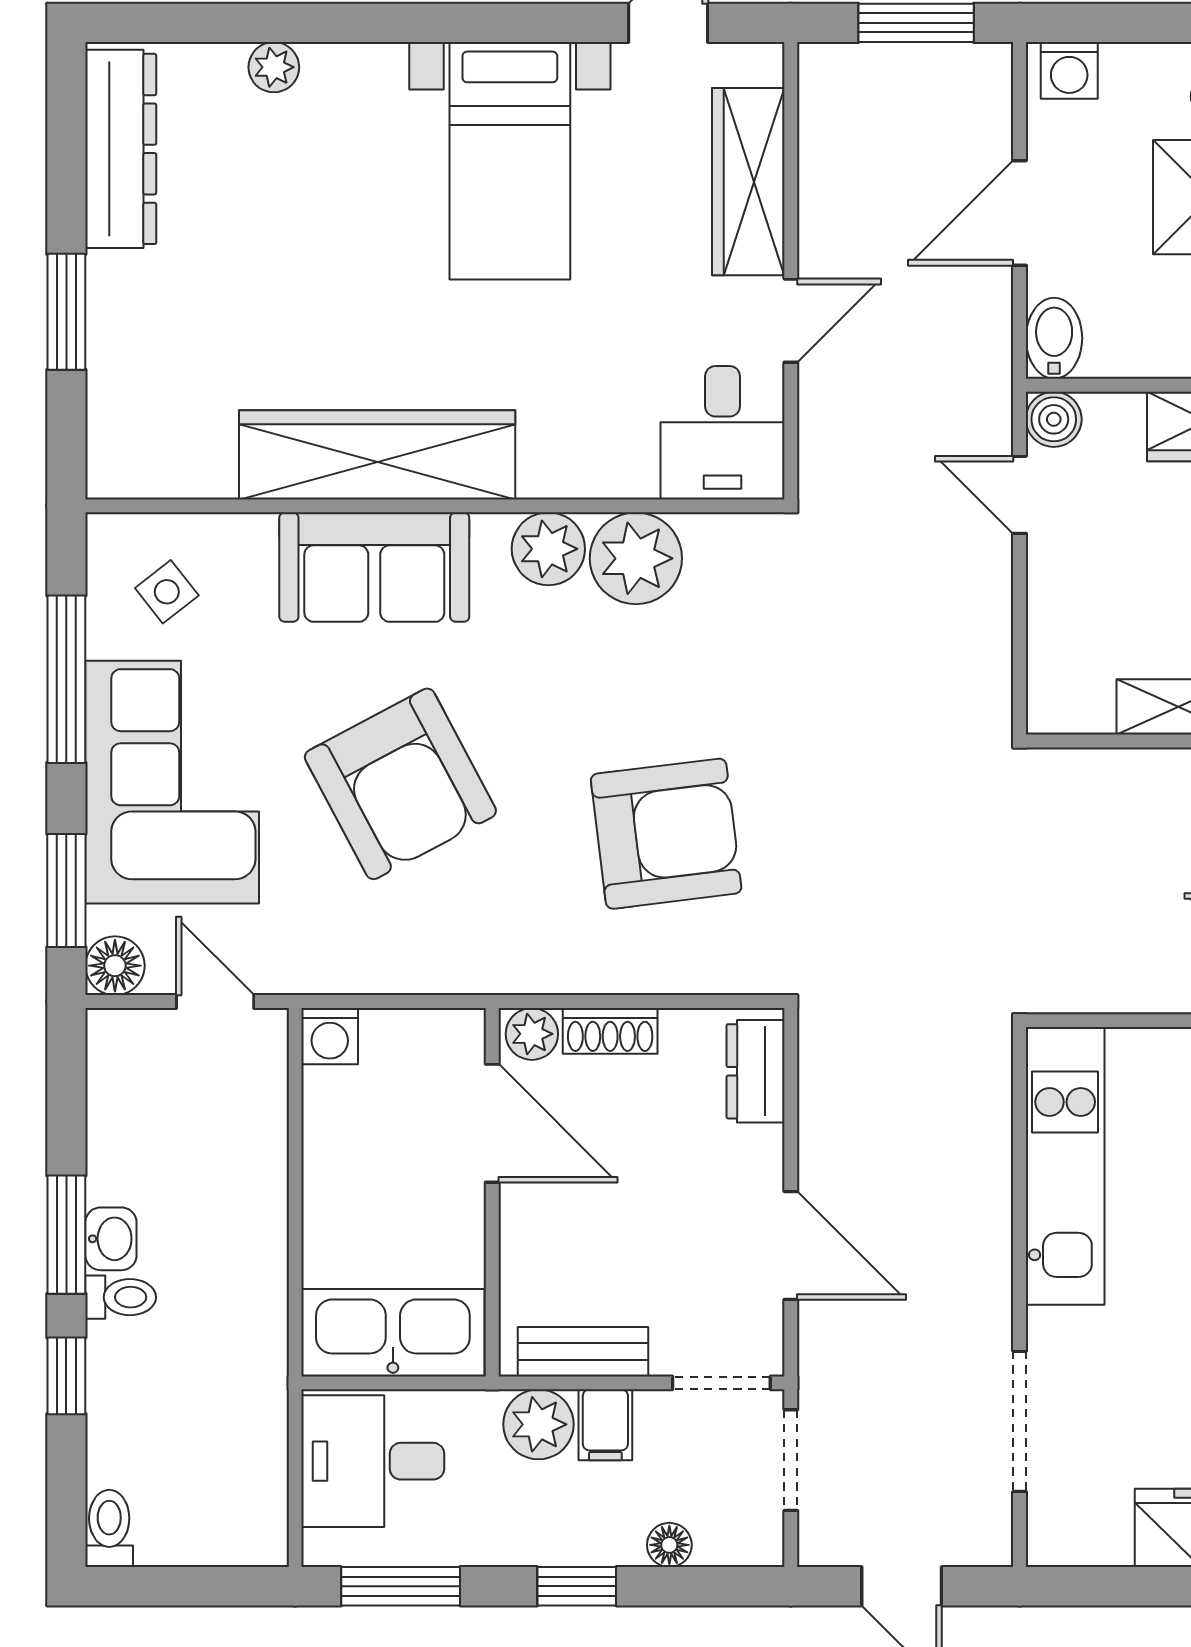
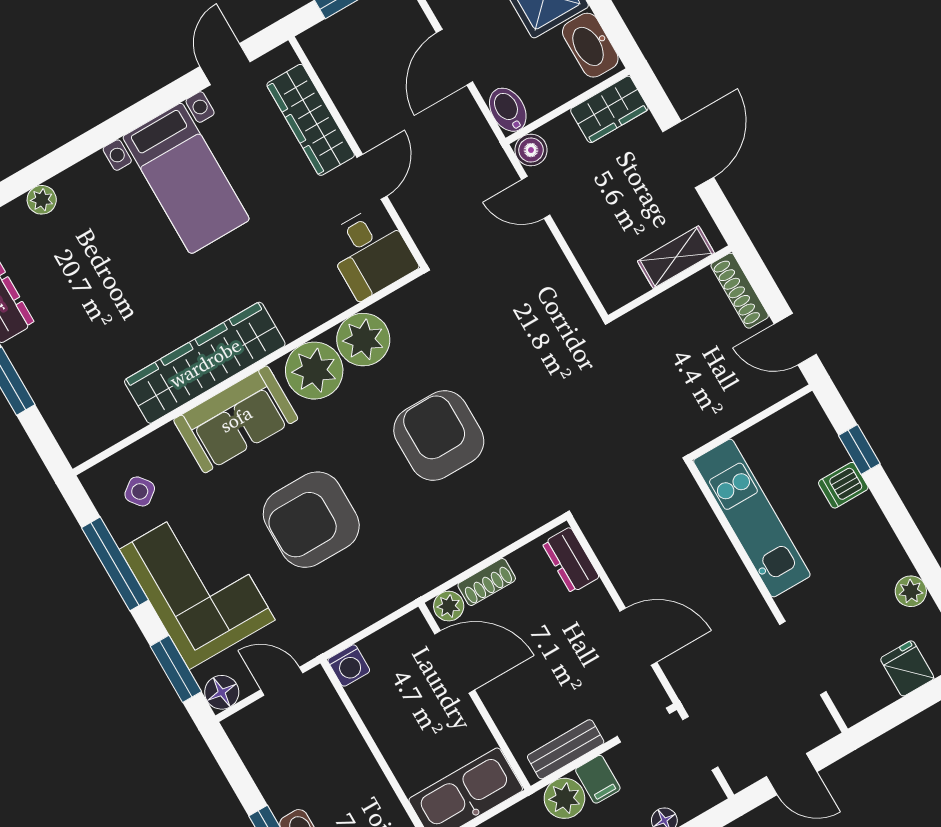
plant: (548, 549) -> (314, 371), width x1.36, depth x1.36
armchair: (400, 784) -> (311, 520), turned 118
armchair: (666, 834) -> (439, 436), moved, turned -83

